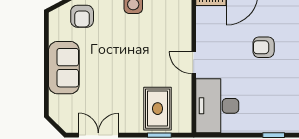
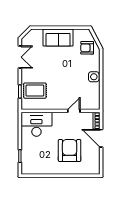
armchair: (264, 47) -> (70, 150), width x1.88, depth x1.88
door: (194, 63) -> (74, 111), moved

